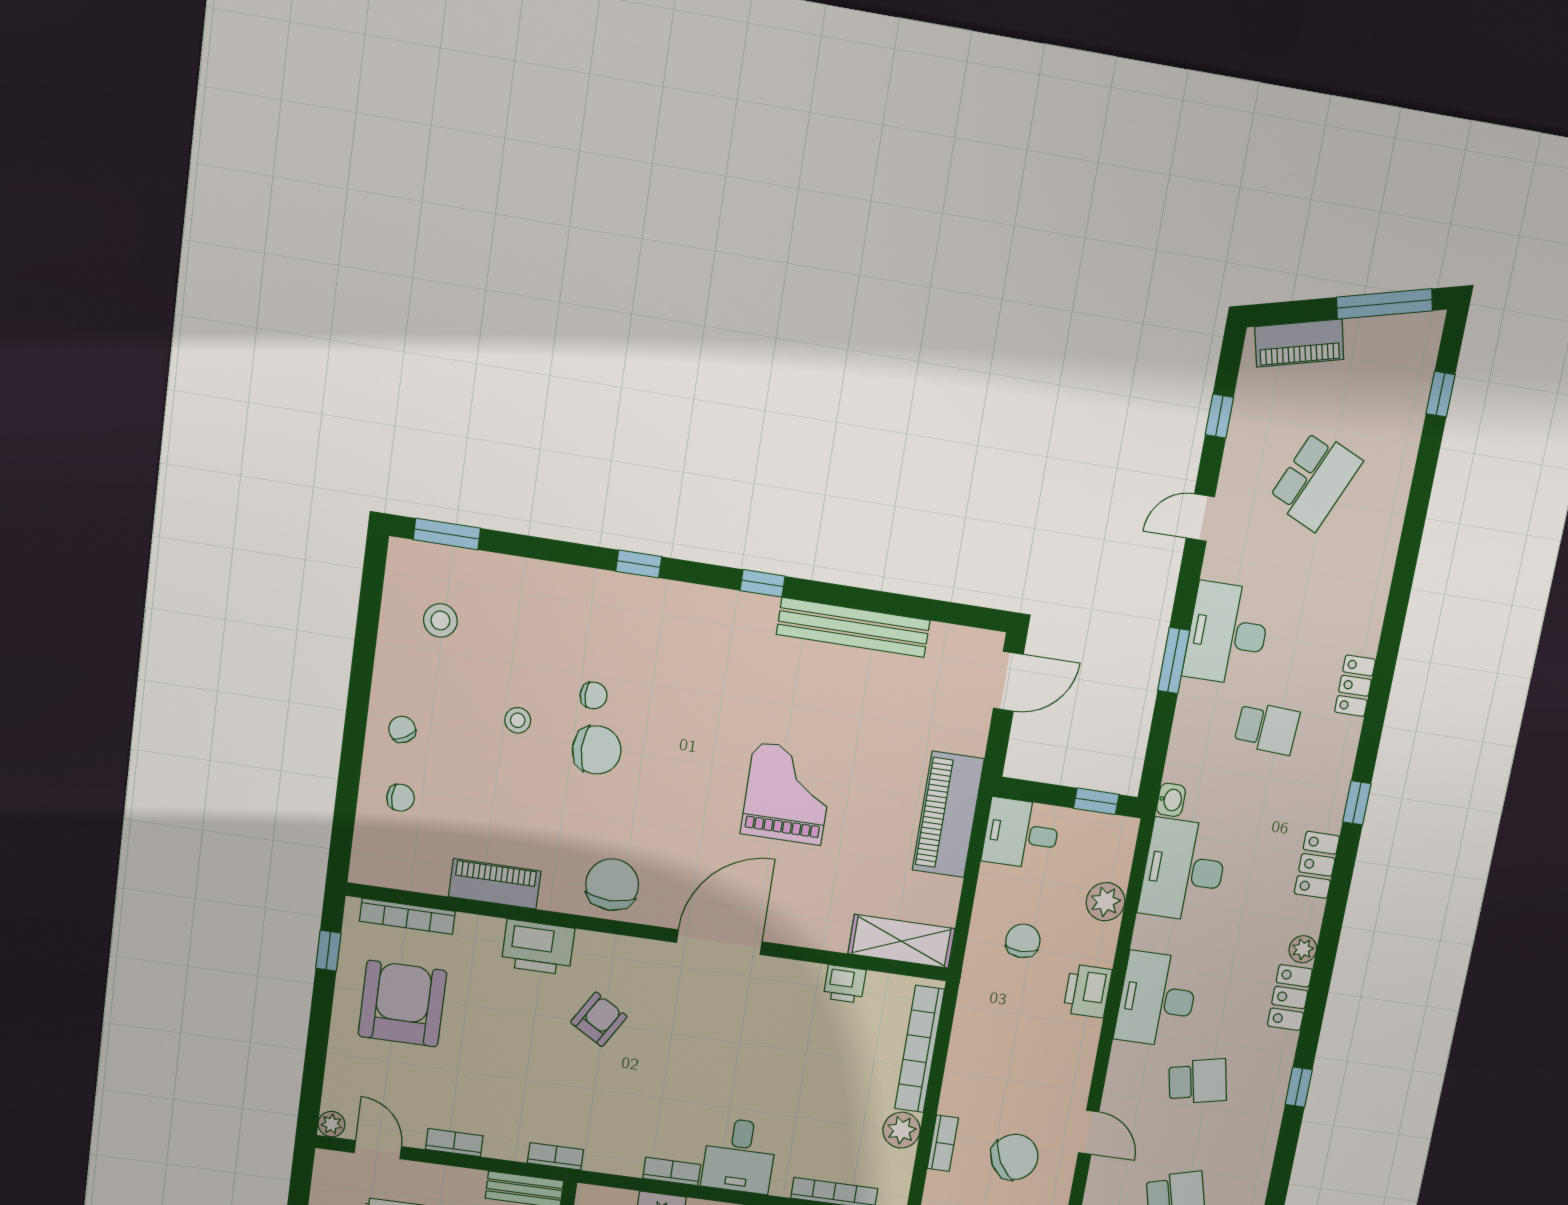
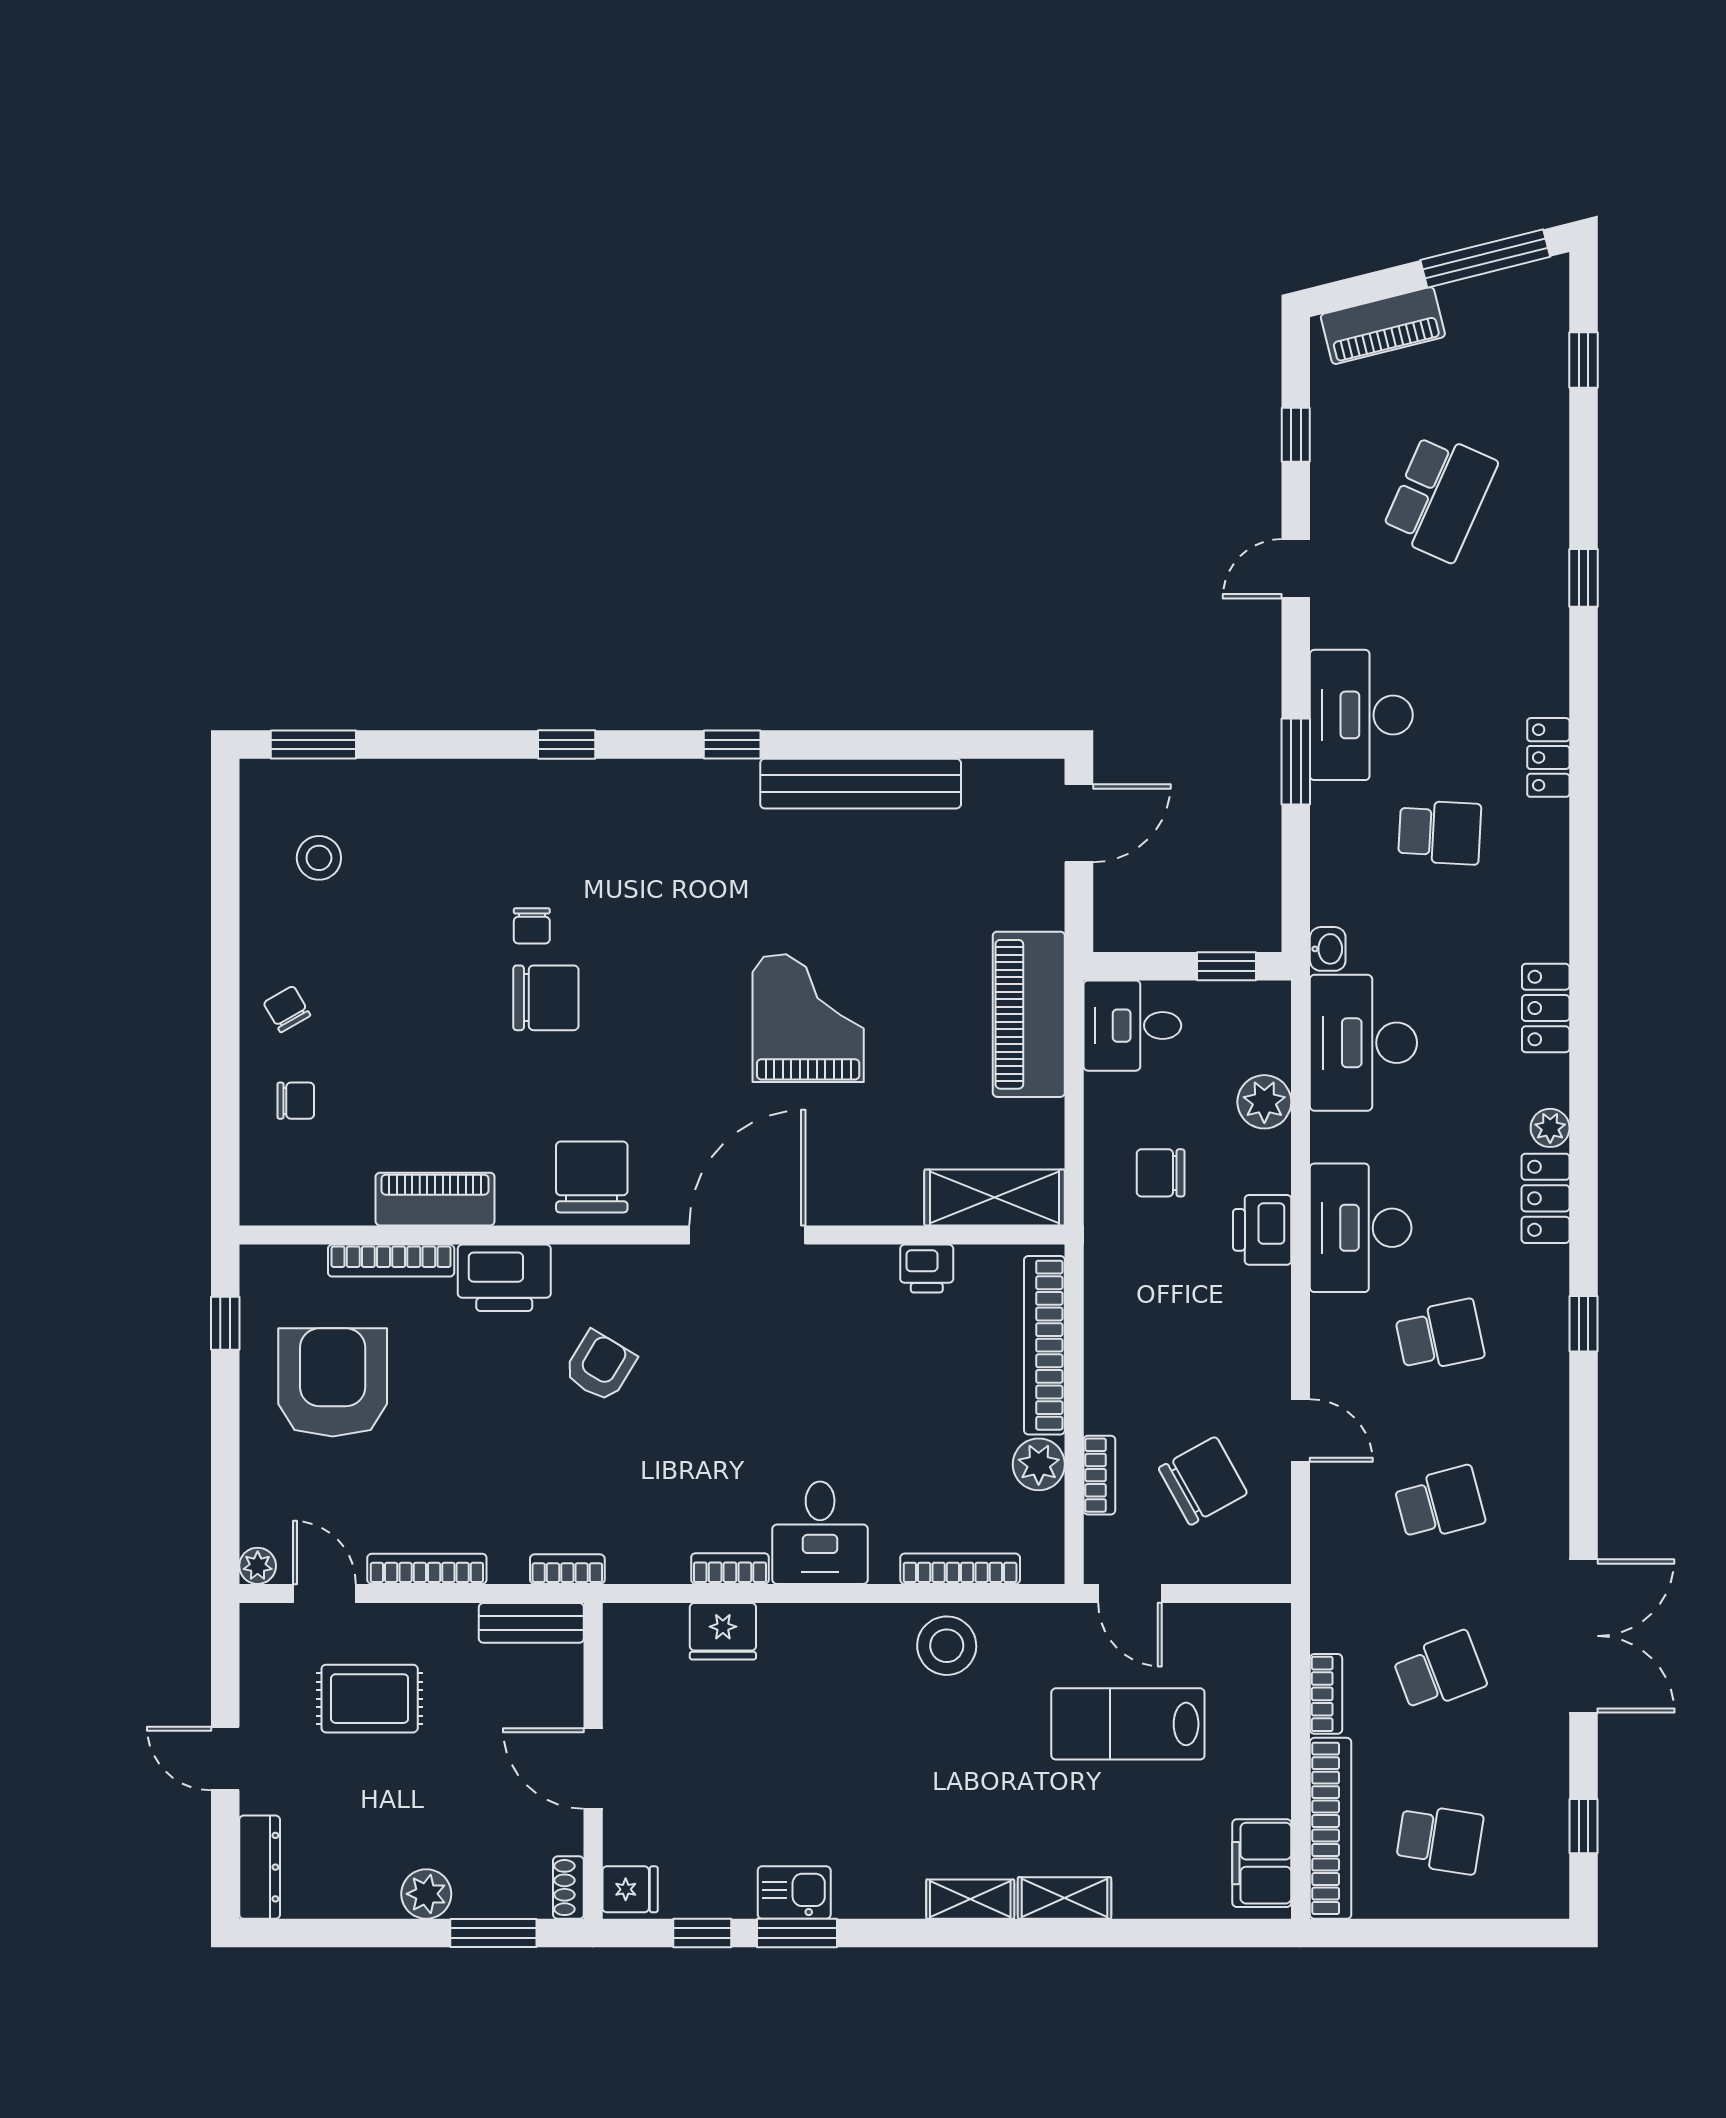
chair: (594, 695) -> (532, 926), turned 90
stool: (518, 720) -> (437, 974), removed
window: (1357, 803) -> (1584, 578), moved
bookcase: (407, 916) -> (391, 1261), moved
chair: (1023, 941) -> (1161, 1173), turned -90
bookcase: (454, 1143) -> (427, 1569), width x1.56

